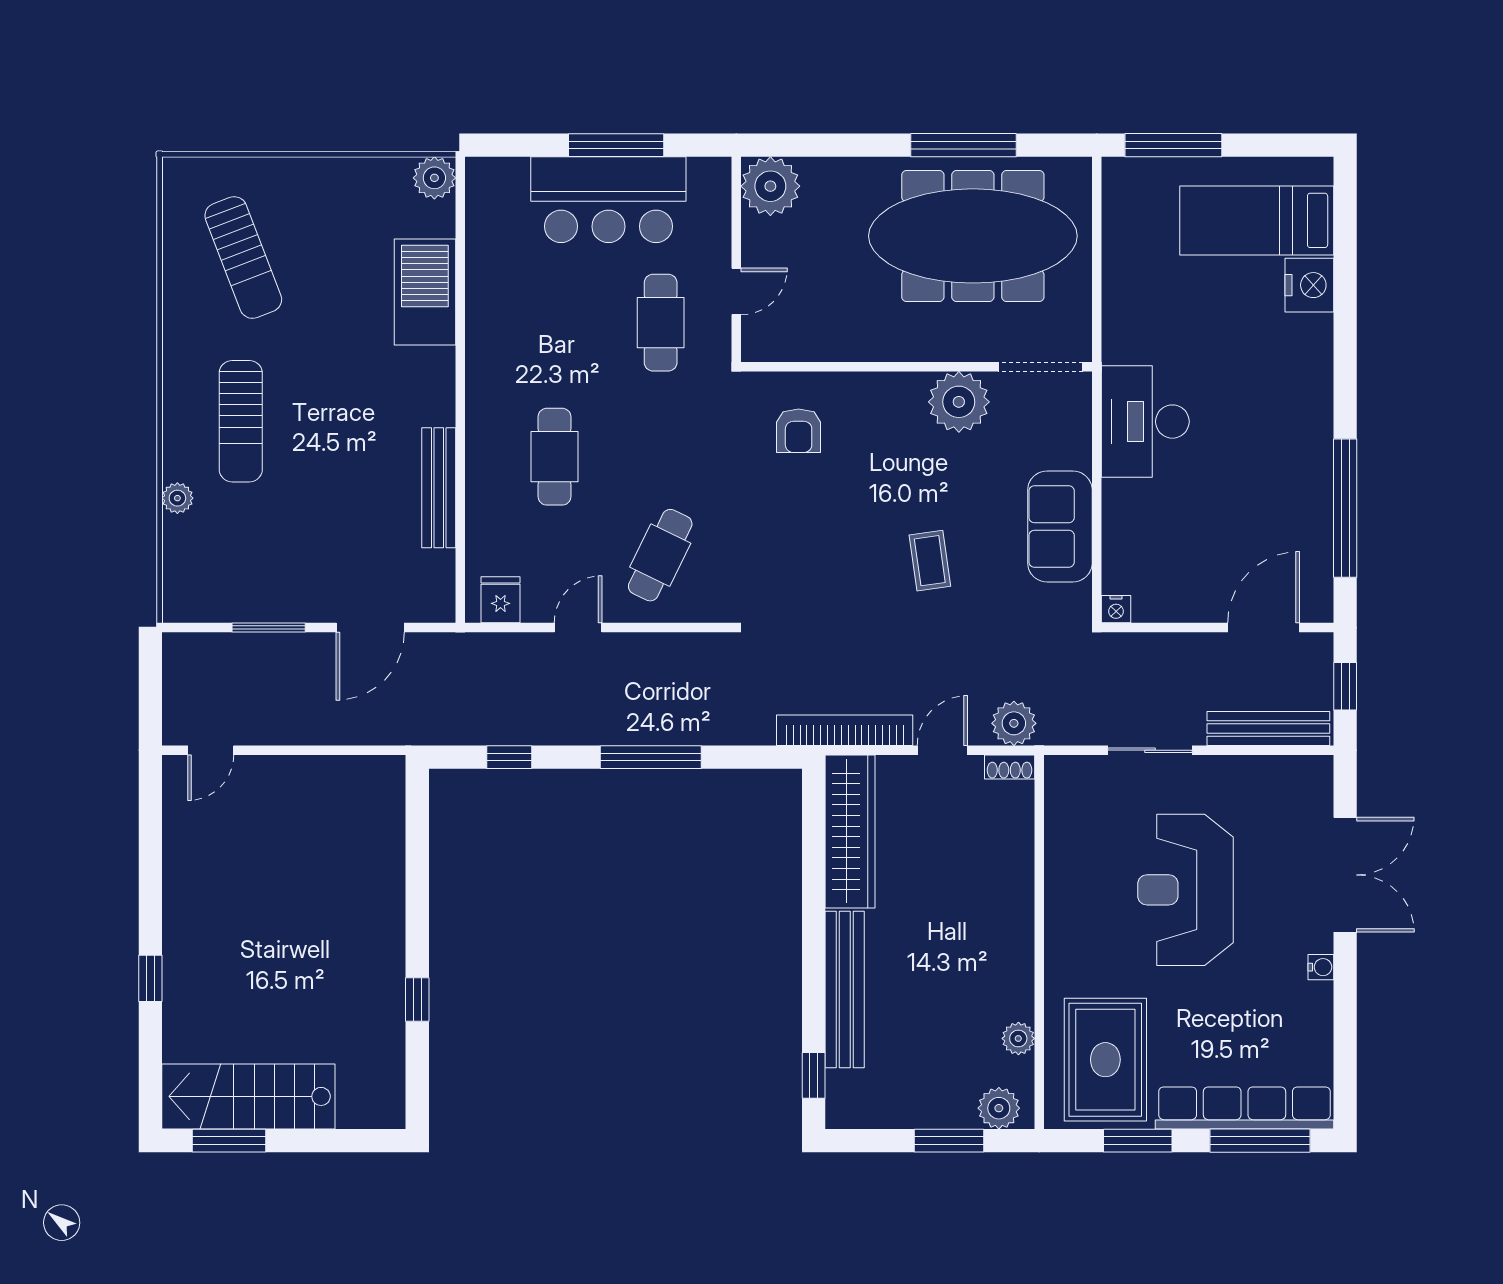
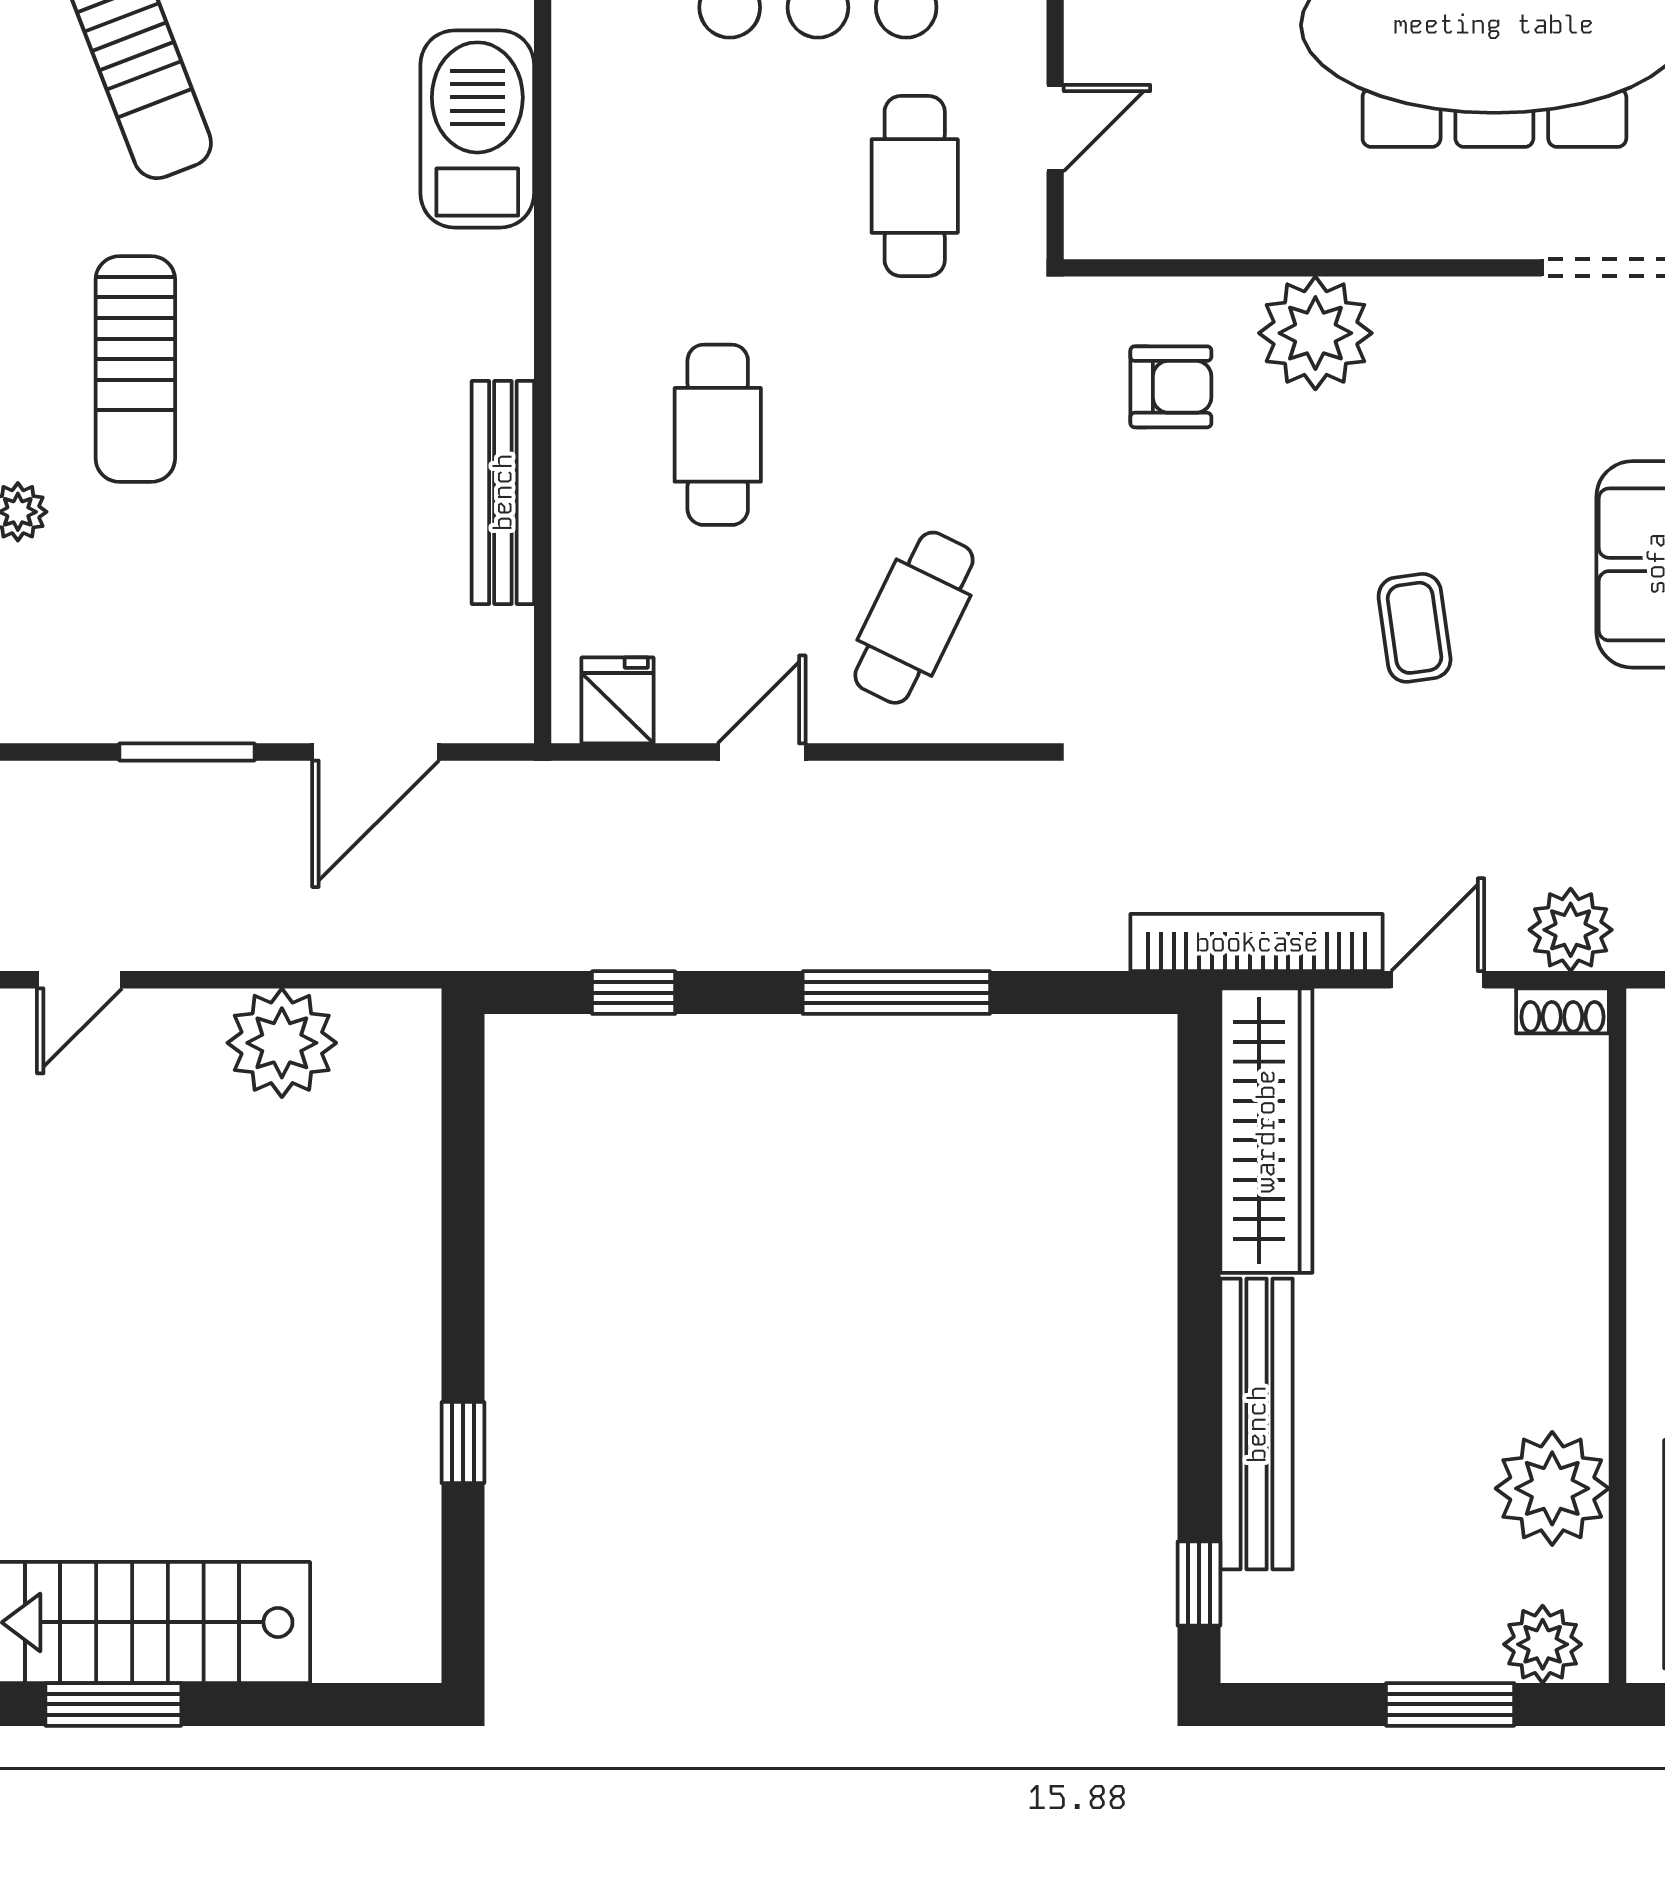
plant: (959, 402) -> (1315, 333), moved
armchair: (799, 431) -> (1171, 387), turned -90
plant: (320, 784) -> (282, 1043), added
plant: (1018, 1038) -> (1552, 1488), width x1.87, depth x1.87

